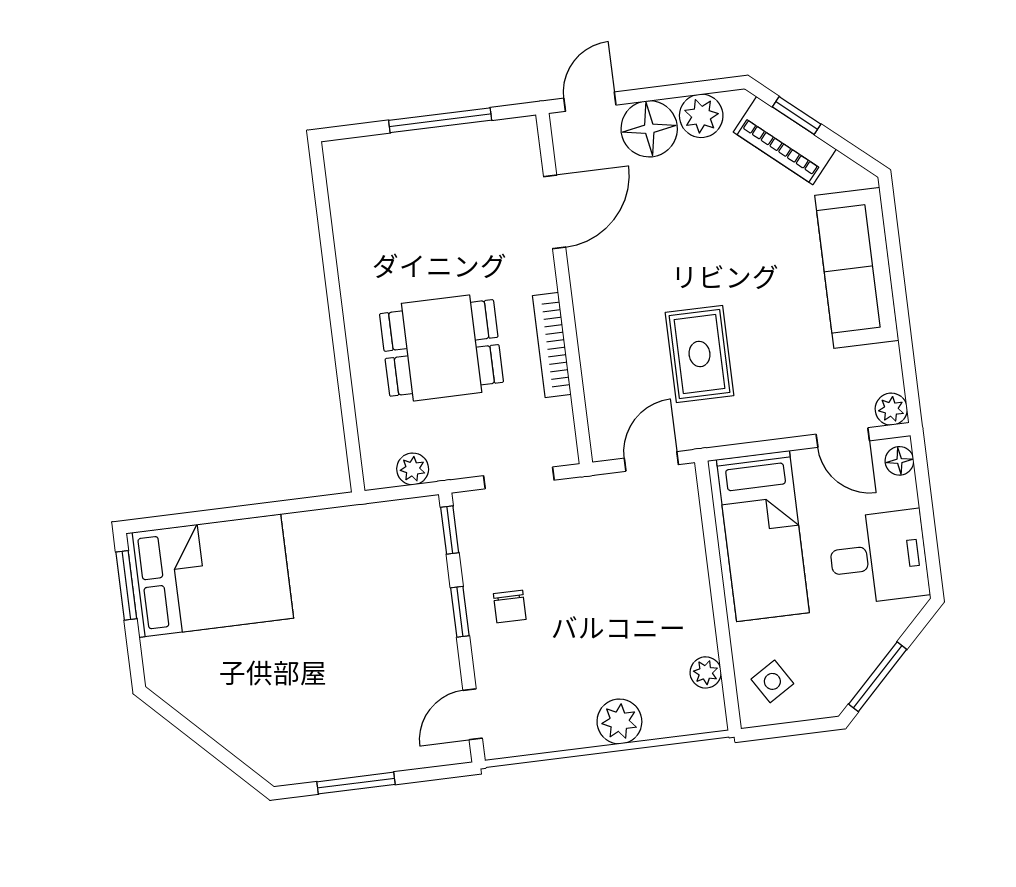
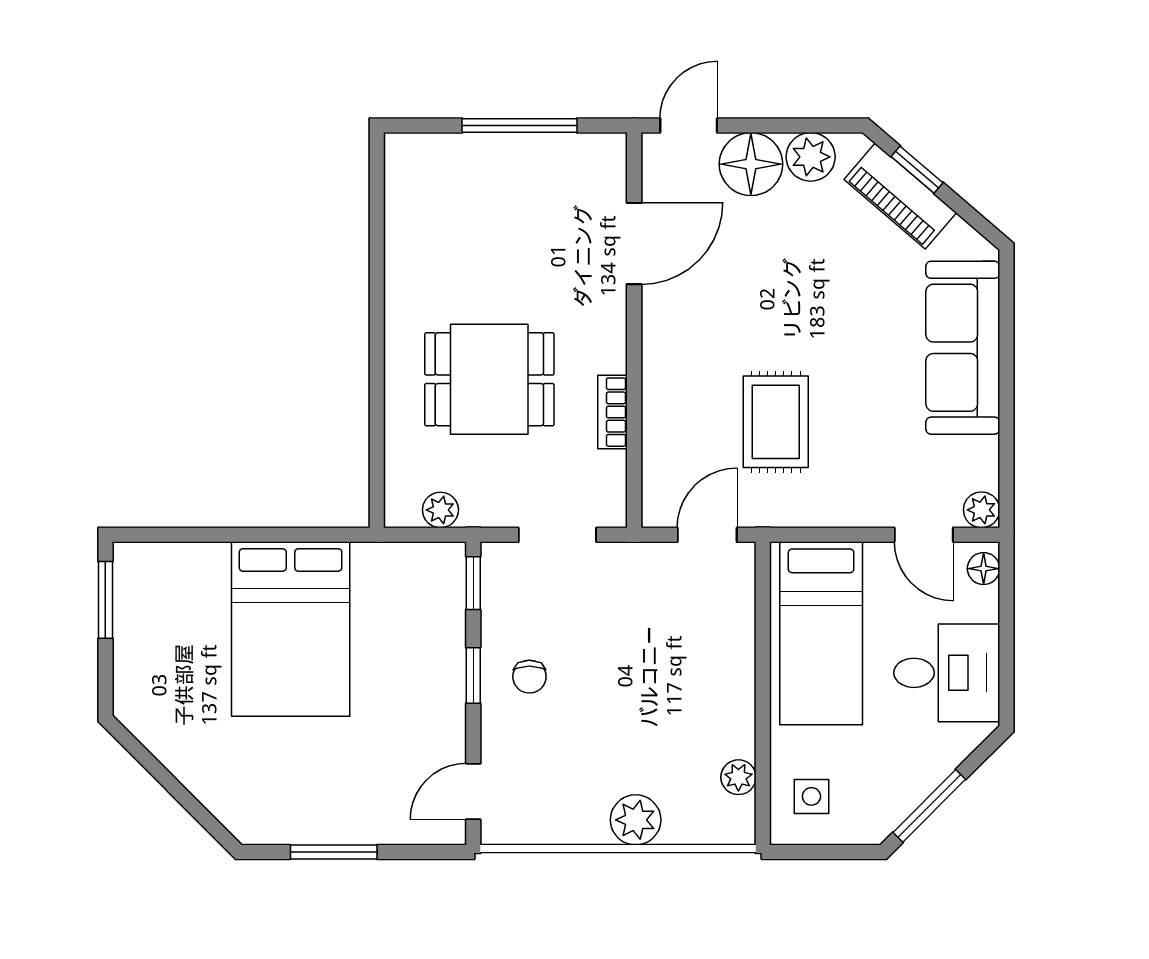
bookcase: (552, 345) -> (612, 412), width x0.64
bed: (210, 576) -> (291, 629), moved, turned 90
side table: (772, 681) -> (811, 796), turned 32

